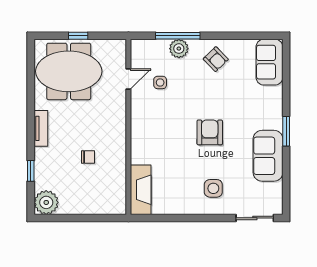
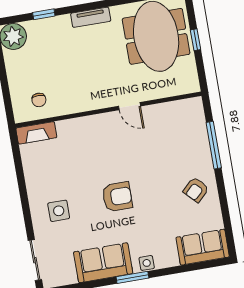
plant: (179, 49) -> (200, 149), removed
door: (128, 79) -> (129, 106), moved
side table: (160, 82) -> (147, 263), moved
chair: (88, 157) -> (39, 100), moved
fireplace: (141, 190) -> (36, 133), width x0.73, depth x0.76

